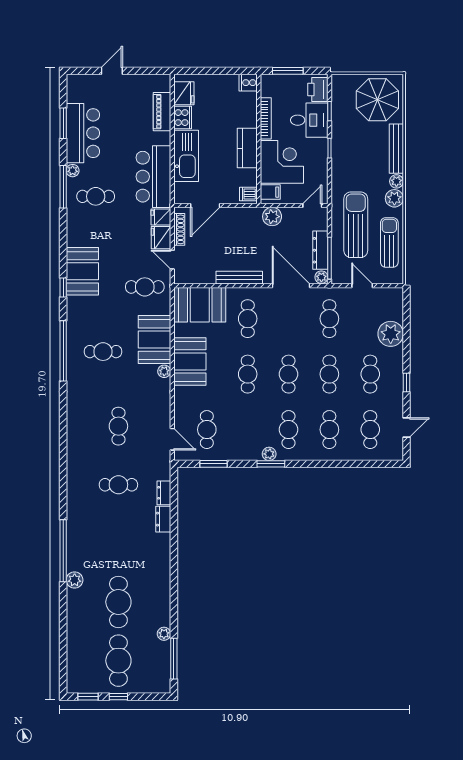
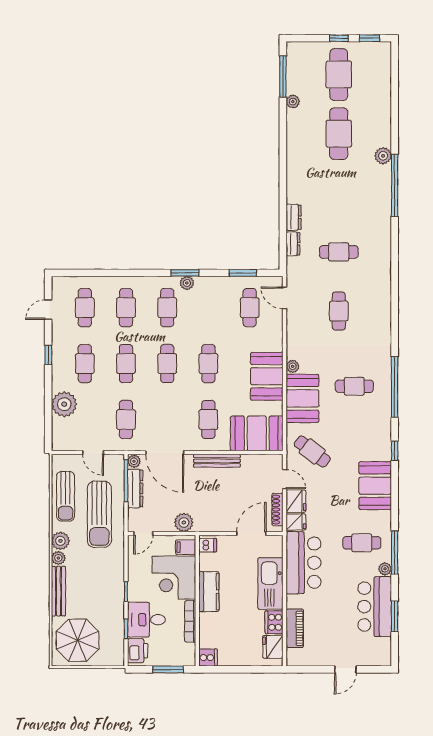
booth: (82, 271) -> (375, 486), moved
cafe table: (145, 287) -> (312, 451), turned 38

